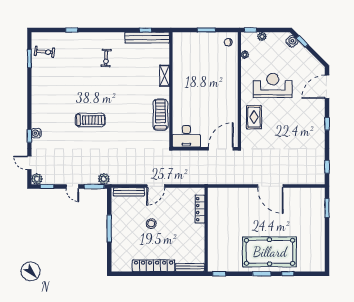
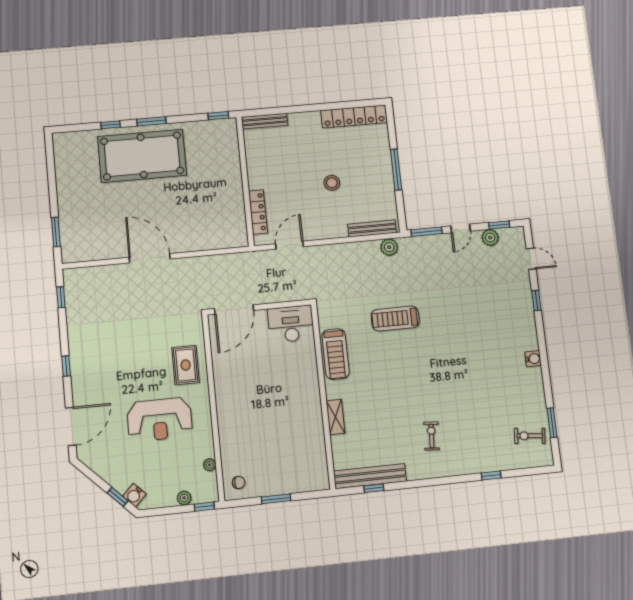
treadmill: (90, 120) -> (395, 319), moved
water cooler: (36, 133) -> (533, 359), moved
plant: (37, 179) -> (490, 238), moved
plant: (104, 179) -> (389, 247), moved
door: (156, 186) -> (289, 245), moved
door: (72, 187) -> (461, 228), swing flipped
locker: (154, 266) -> (354, 116), moved

